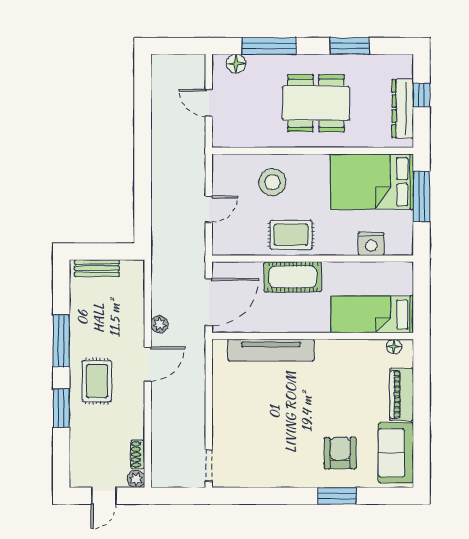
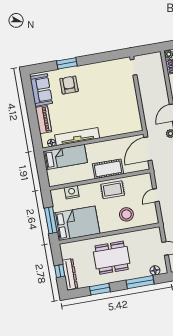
dresser: (403, 109) -> (70, 274), moved
tv unit: (271, 350) -> (77, 137), moved
armchair: (340, 453) -> (69, 85), turned 180

